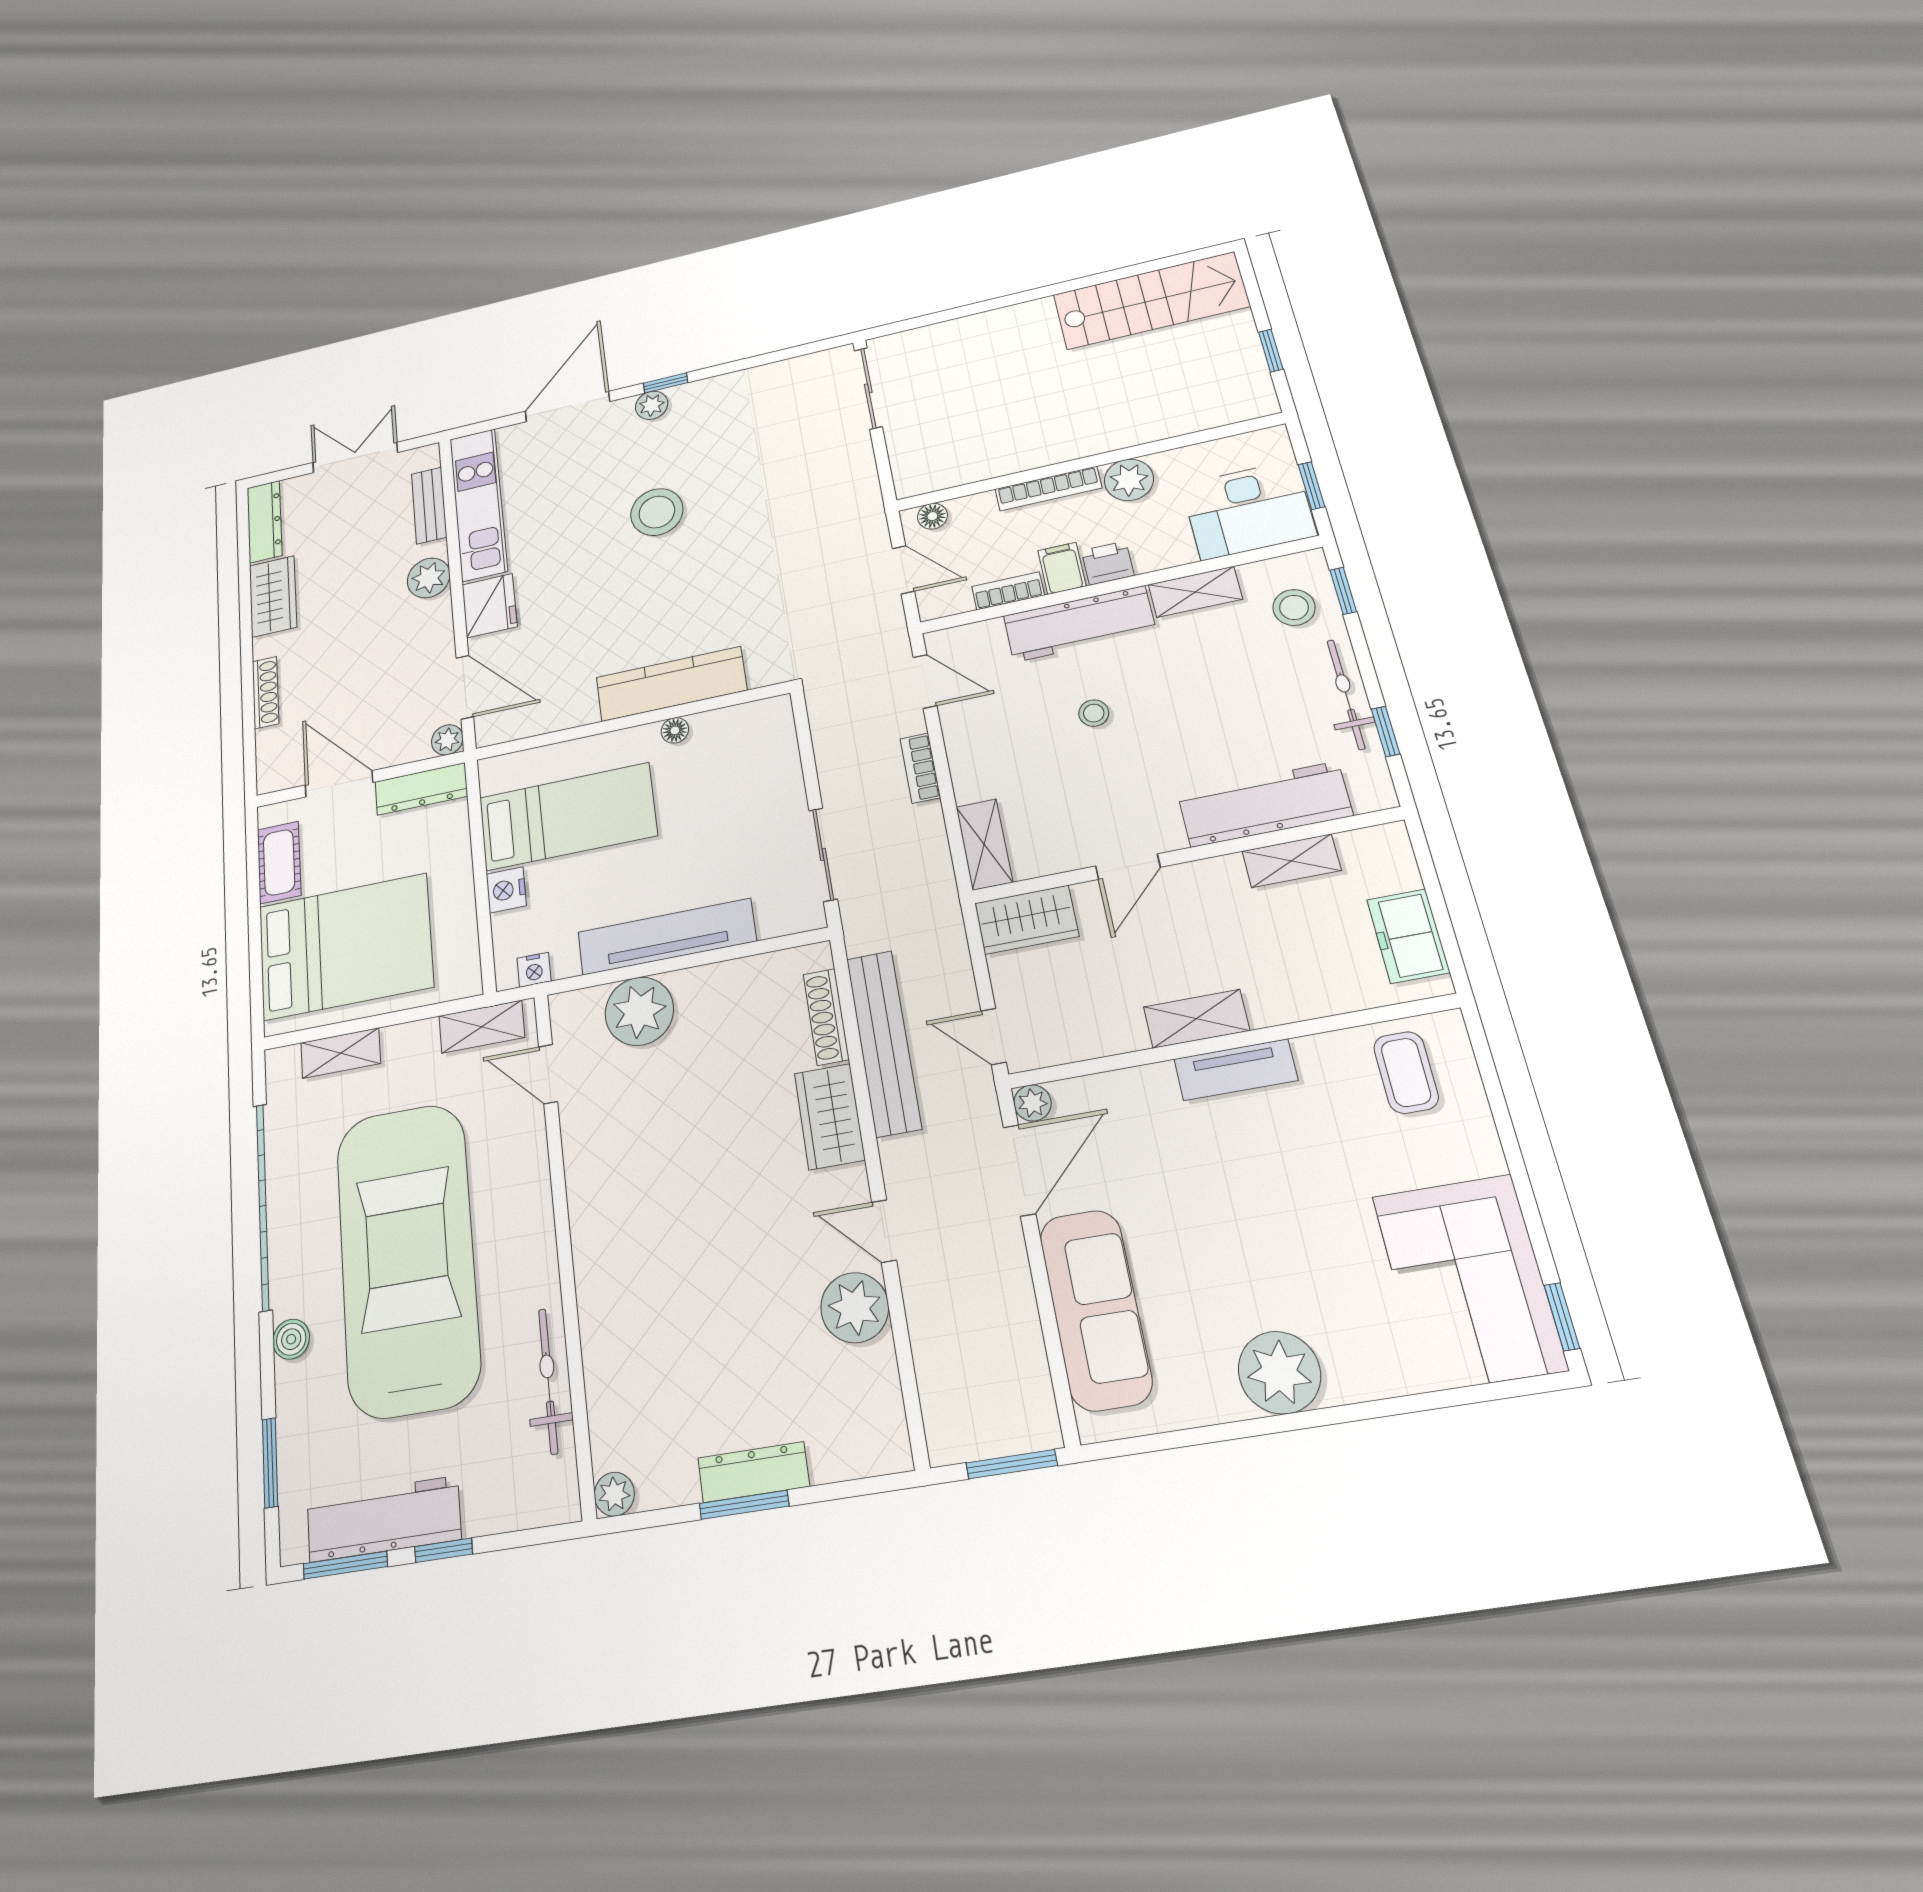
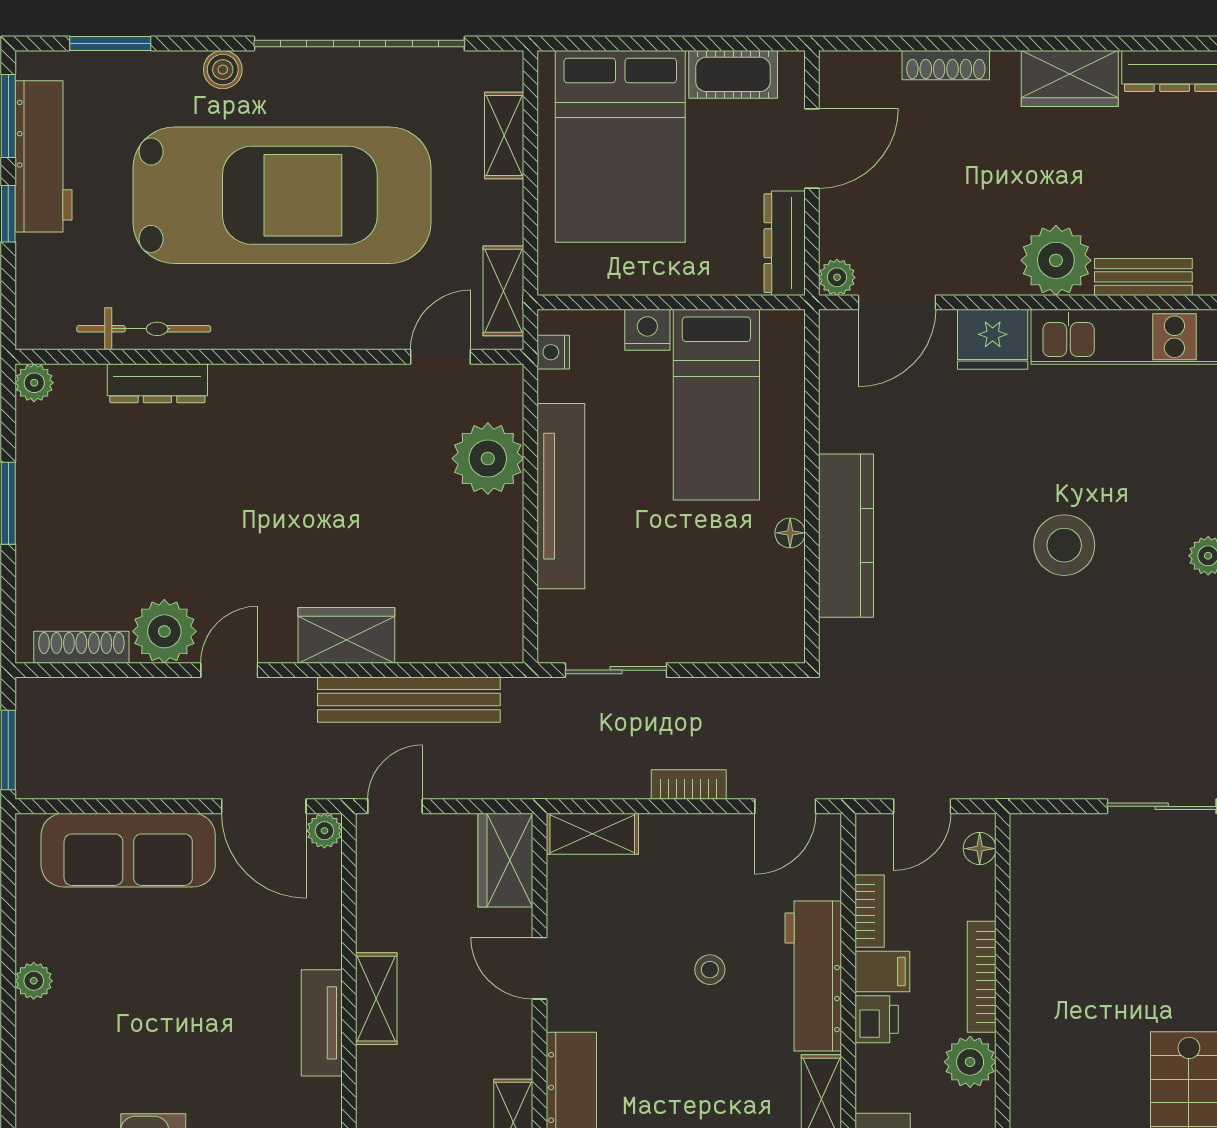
plant: (429, 578) -> (1056, 260), width x1.36, depth x1.36
shoe rack: (826, 1017) -> (81, 647), moved
plant: (1279, 1373) -> (34, 981), width x0.53, depth x0.53
dresser: (754, 1472) -> (157, 383), moved, turned 90

